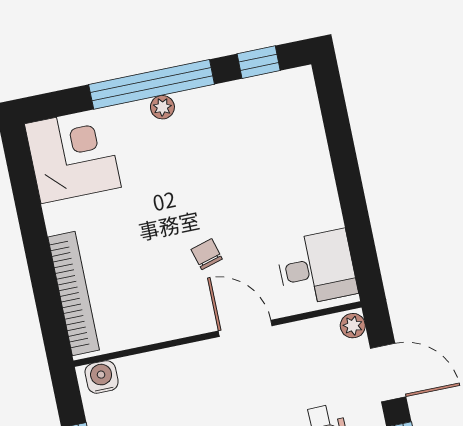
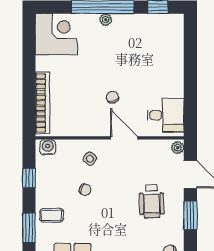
side table: (188, 382) -> (90, 159), added

